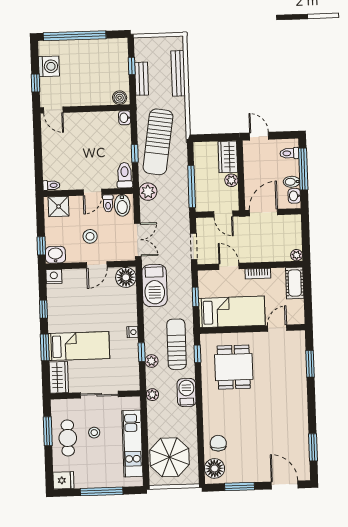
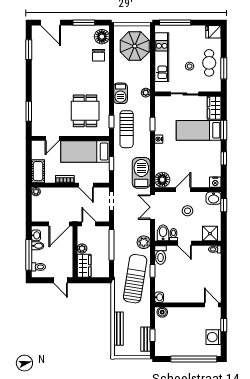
bench: (142, 79) -> (146, 339), moved
door: (93, 192) -> (185, 243), swing flipped
plant: (151, 361) -> (146, 117), removed
window: (102, 491) -> (175, 23), moved

